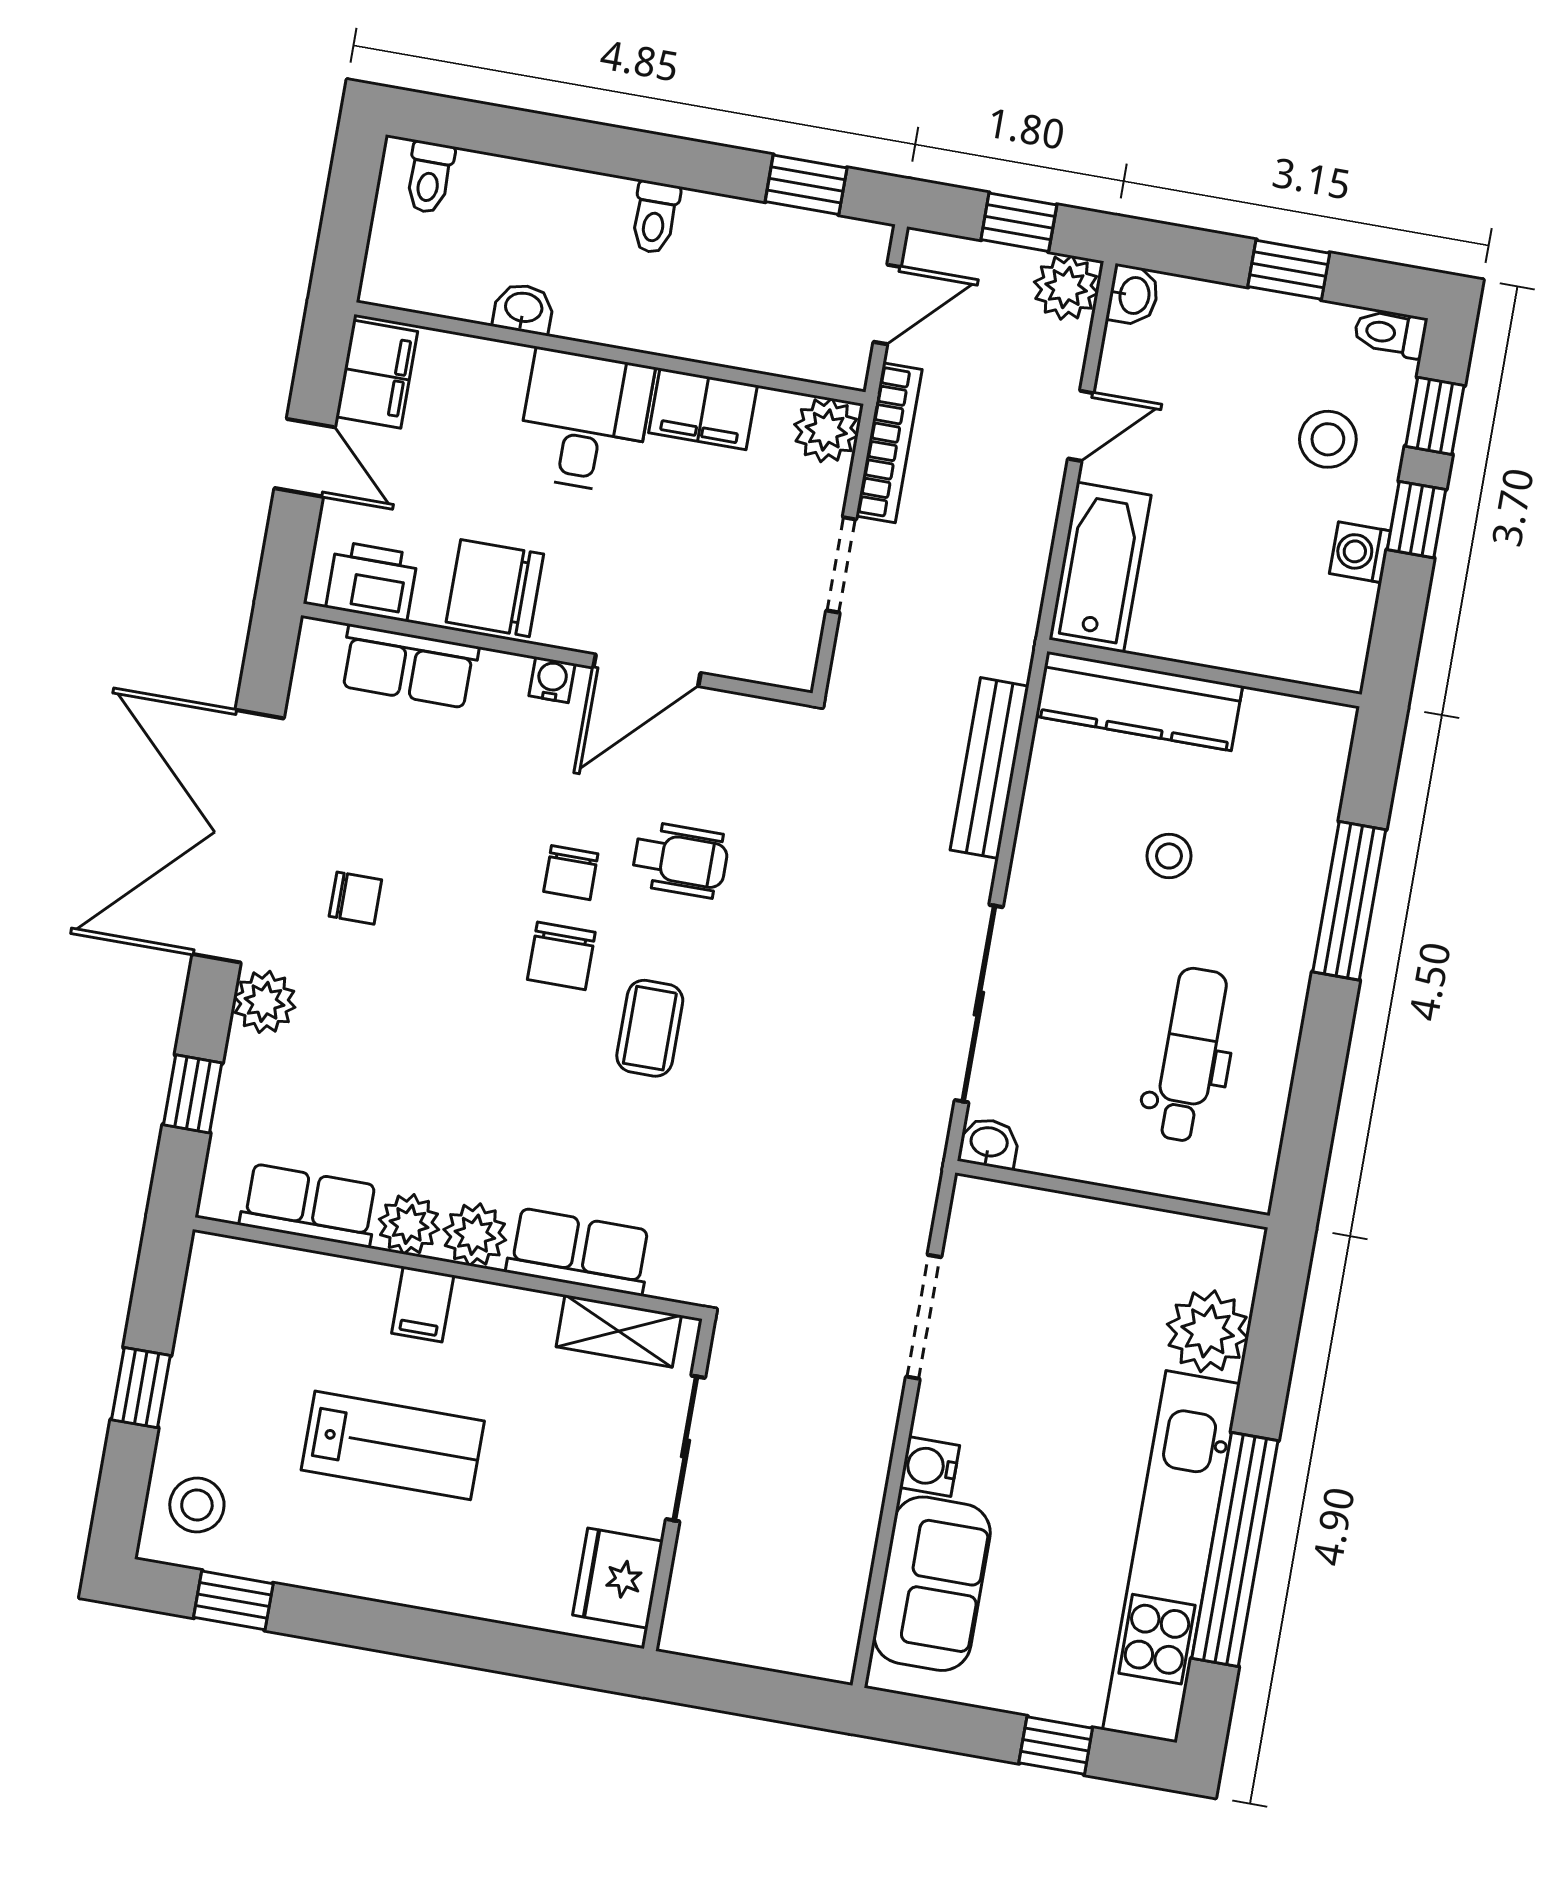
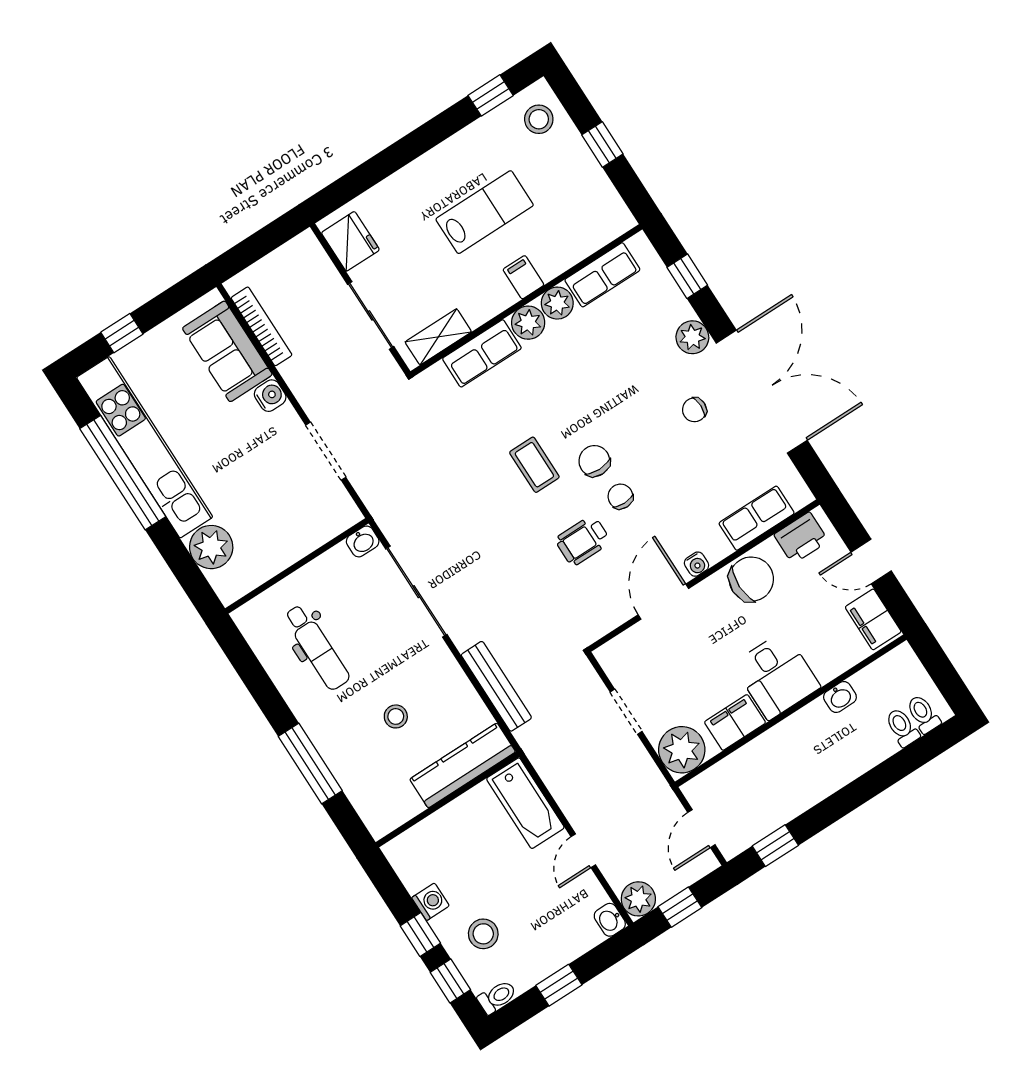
toilet: (655, 217) -> (902, 727), moved
plant: (826, 430) -> (682, 750), width x1.36, depth x1.36
bookcase: (889, 443) -> (262, 326), moved, turned 180
lab bench: (393, 1445) -> (485, 212), turned 180

